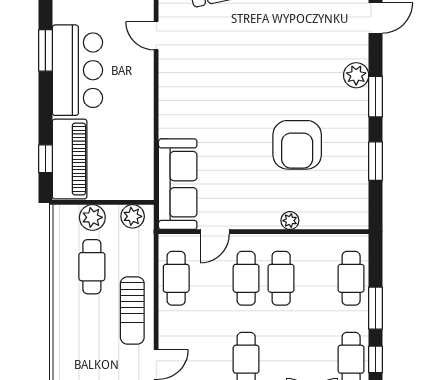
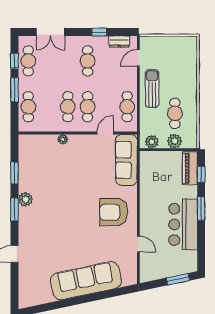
window: (45, 50) -> (201, 208), moved
plant: (356, 75) -> (25, 199), moved
armchair: (297, 145) -> (114, 212), moved, turned -90
piano: (70, 159) -> (190, 168), width x0.73, depth x0.75

